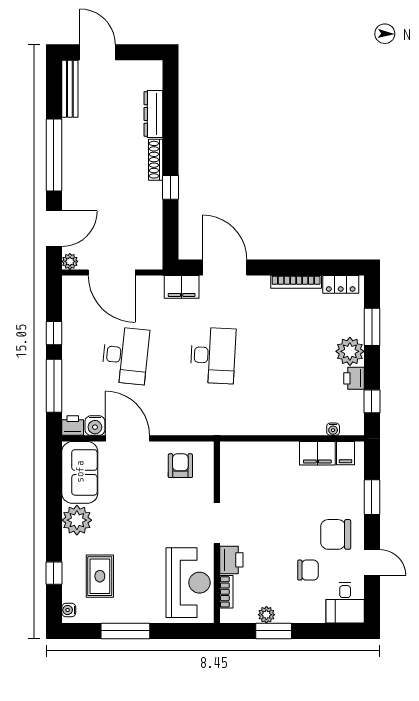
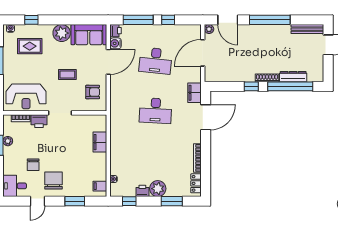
window: (170, 119) -> (290, 86), added
filing cabinet: (317, 453) -> (100, 142), moved
coffee table: (150, 510) -> (67, 75), added

